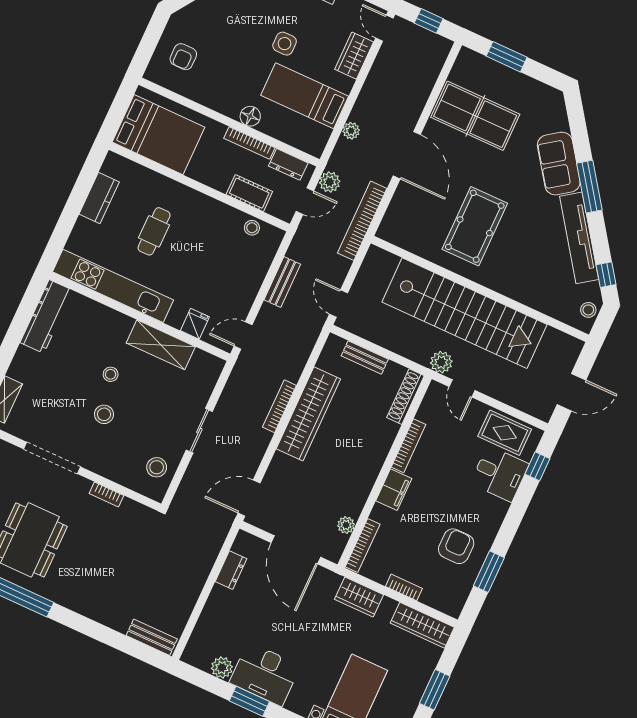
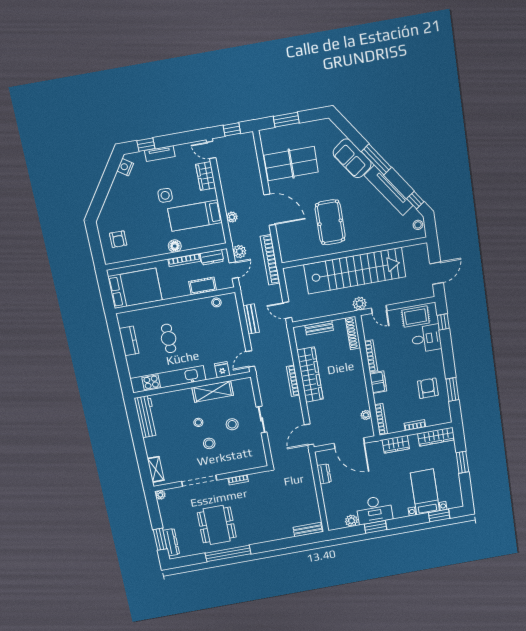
stool: (157, 467) -> (232, 424), moved

